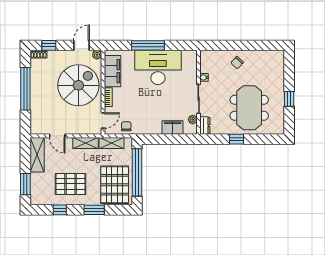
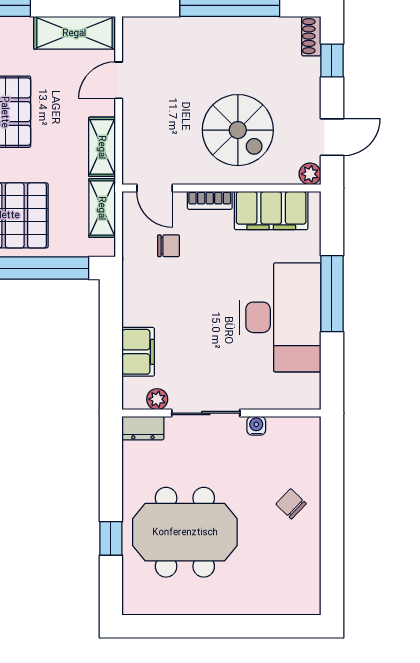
door: (81, 45) -> (332, 137), hinge flipped
spiral stairs: (78, 85) -> (238, 130), width x0.73, depth x0.73
window: (289, 99) -> (206, 626), removed
chair: (126, 126) -> (169, 246), moved
window: (237, 139) -> (111, 538), moved

